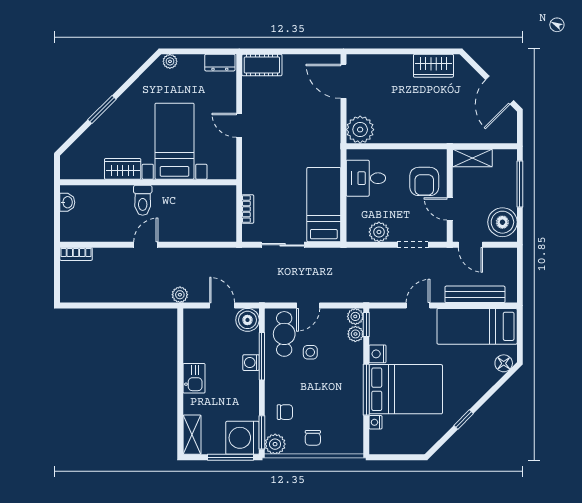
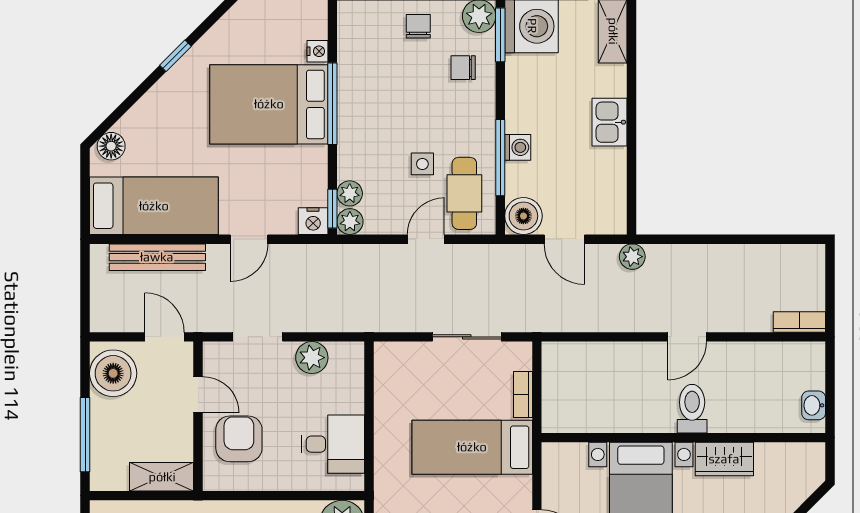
bed: (324, 205) -> (472, 447), moved, turned 90
nightstand: (377, 354) -> (313, 221), moved, turned 90

